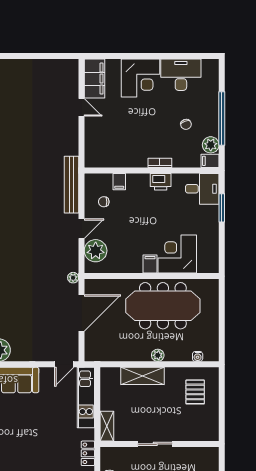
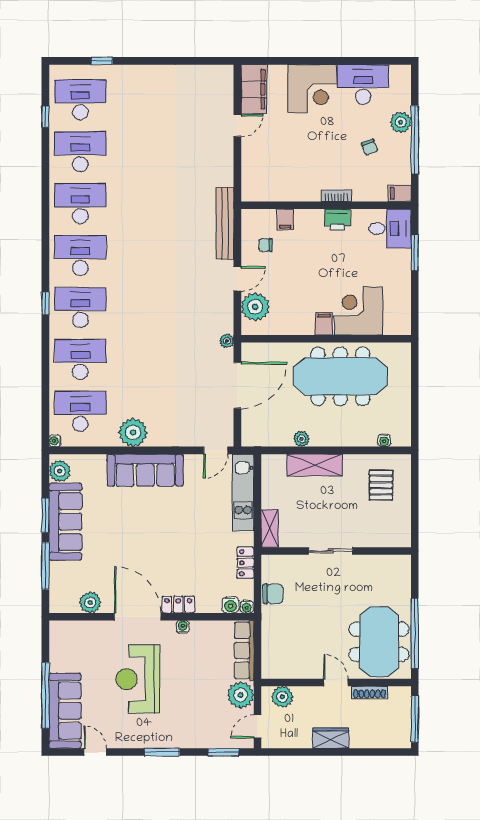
door: (81, 107) -> (237, 126), hinge flipped
plant: (211, 145) -> (401, 122), moved
plant: (158, 355) -> (301, 439), moved

